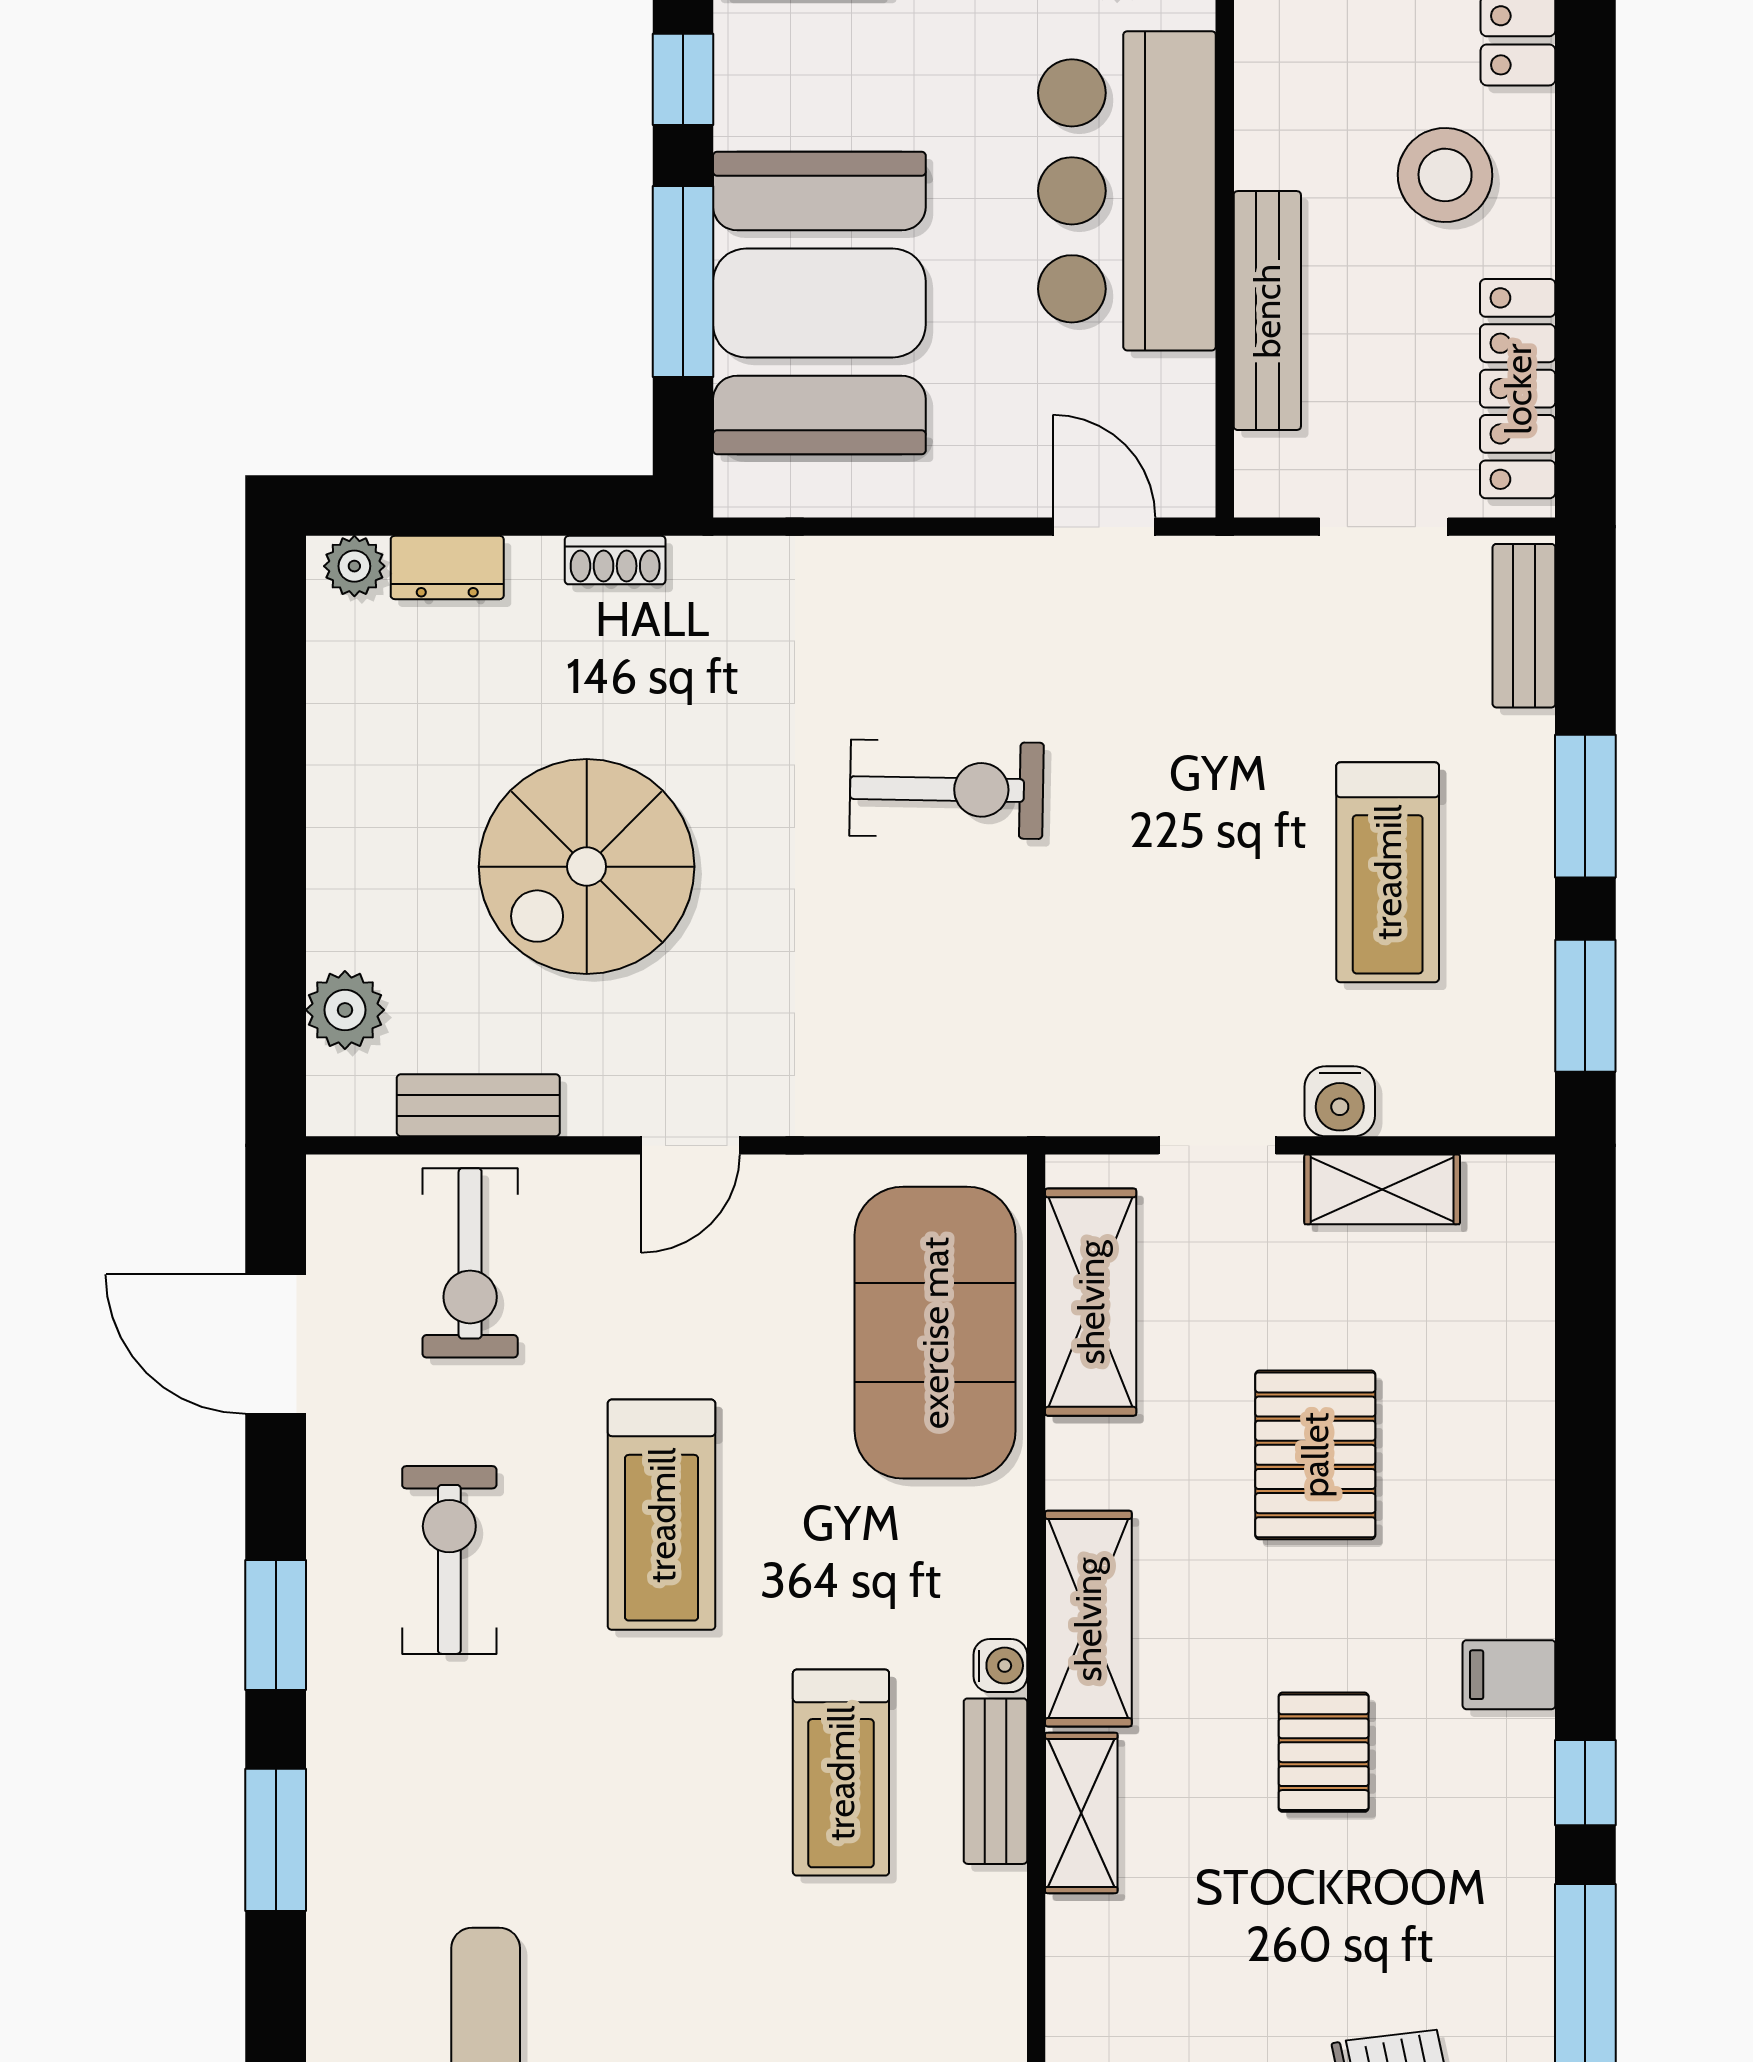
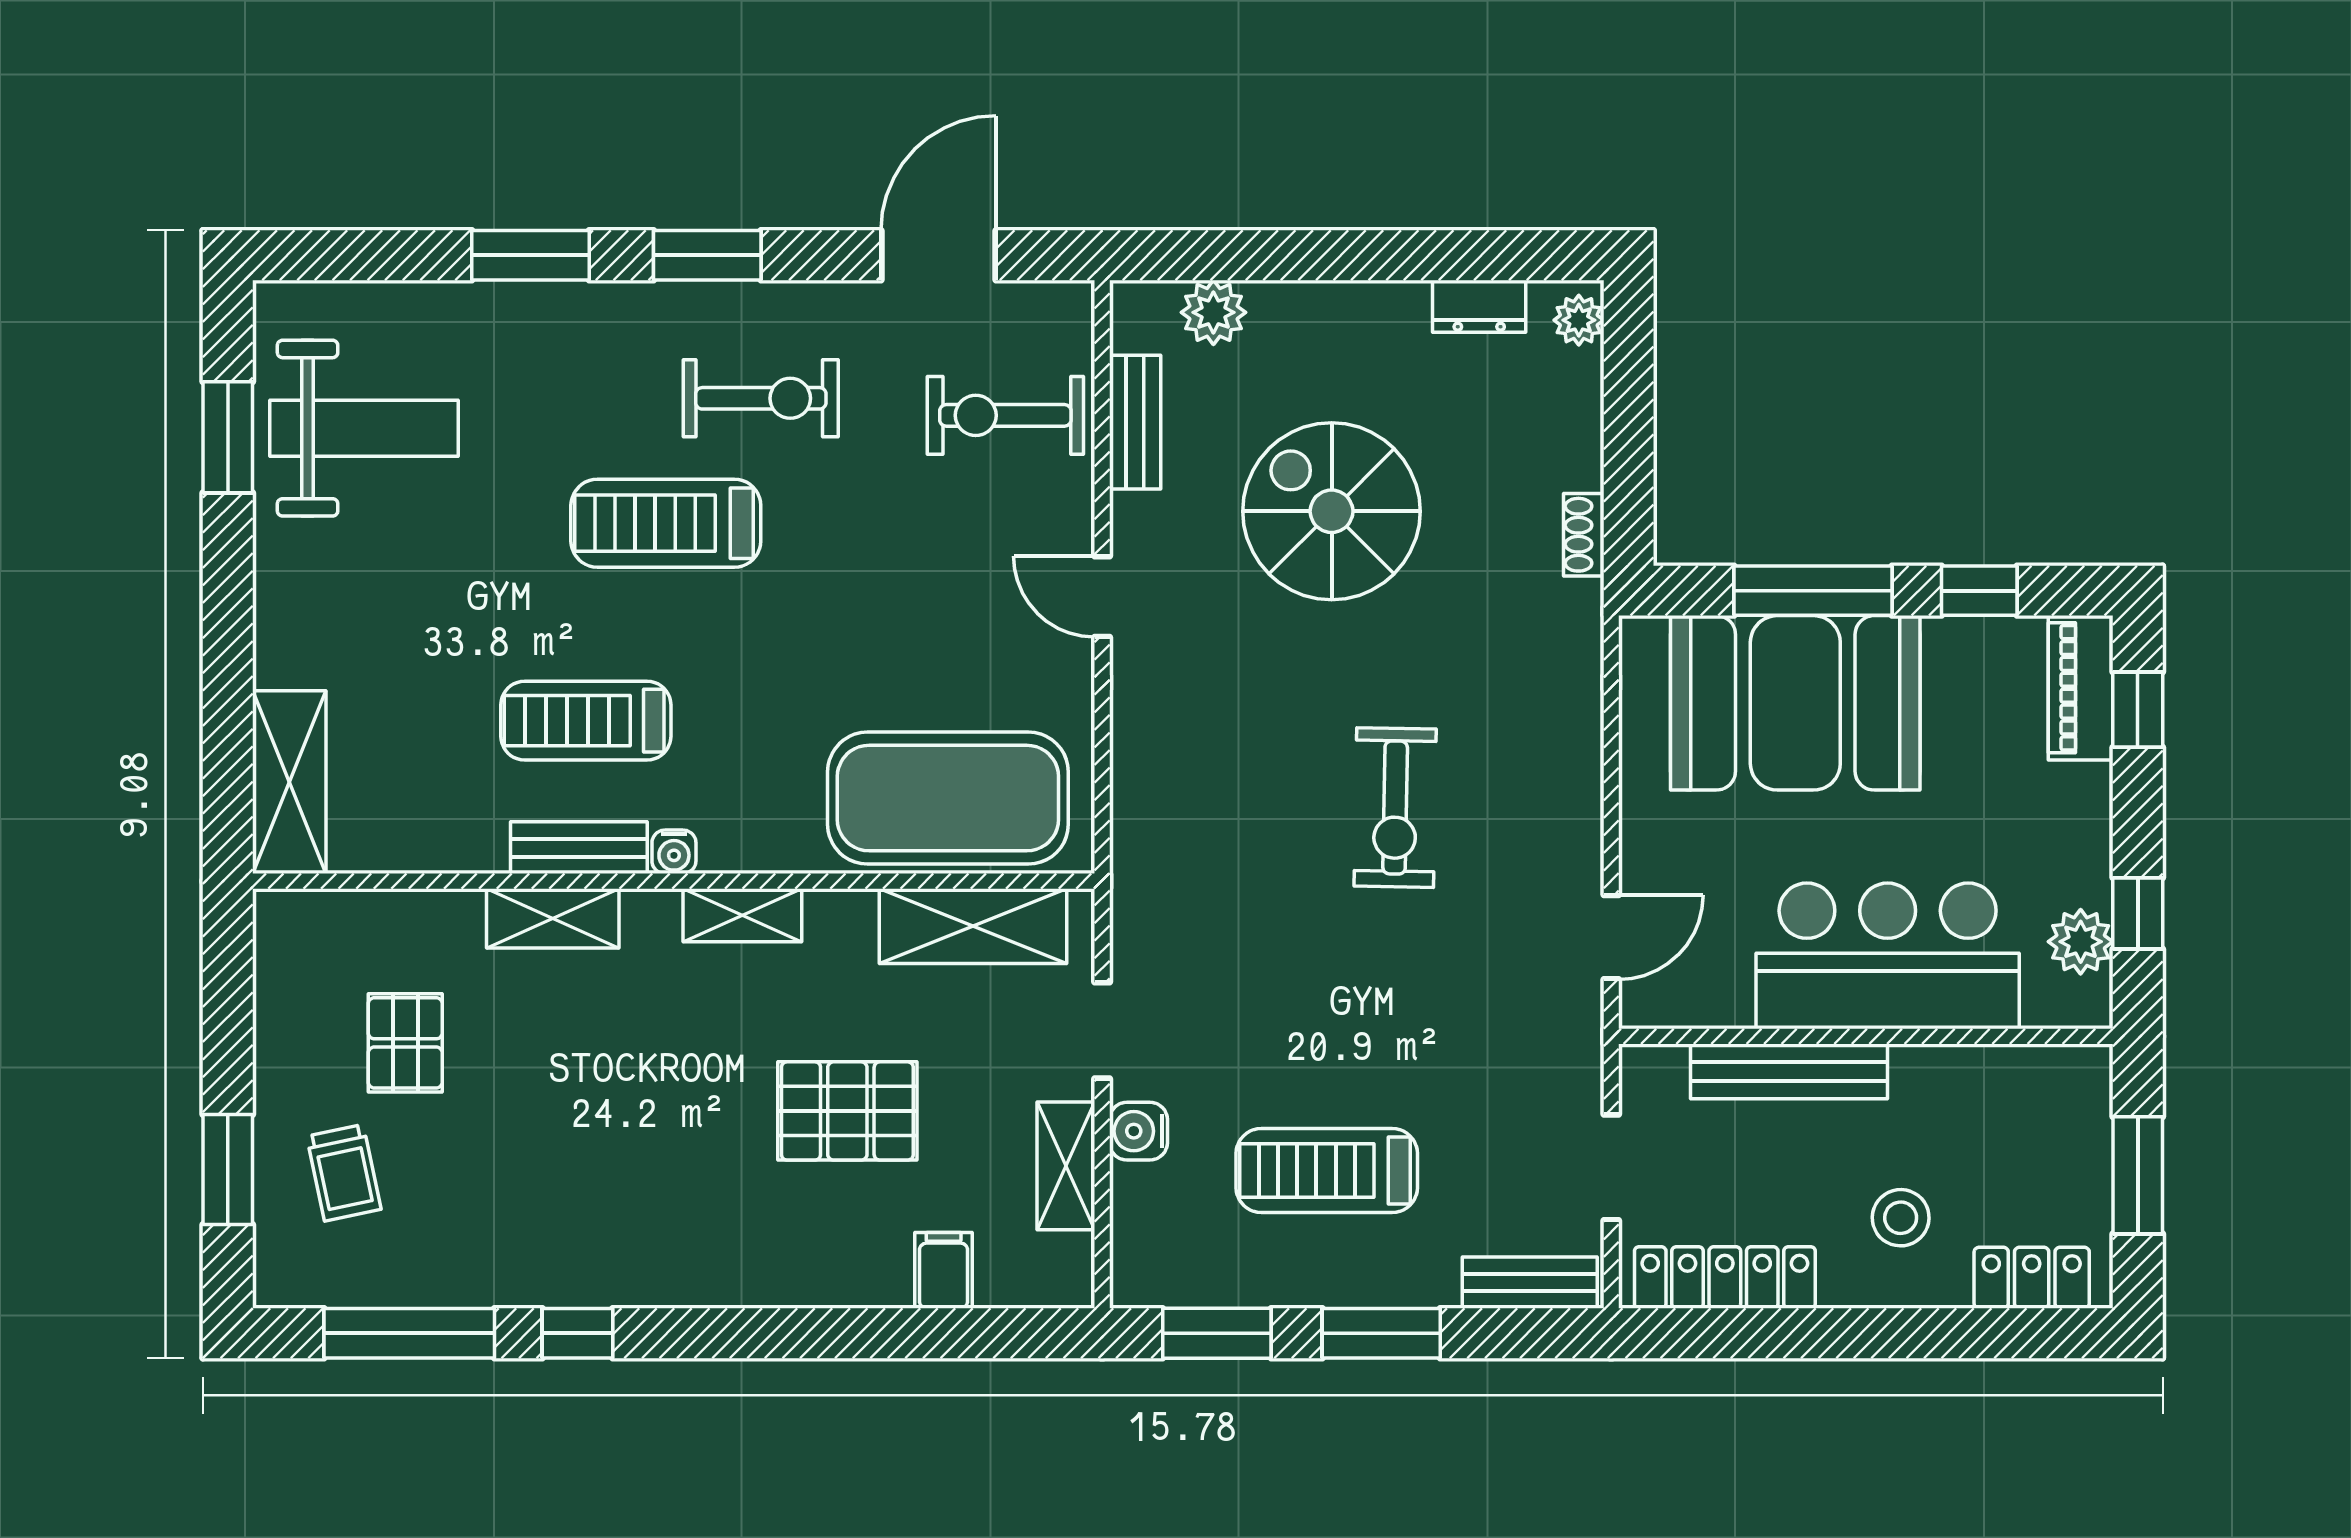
stool: (1445, 175) -> (1901, 1218), width x0.73, depth x0.73
dresser: (447, 567) -> (1479, 306), moved, turned -90
treadmill: (662, 1515) -> (666, 523), moved
shelving: (1088, 1619) -> (742, 915), width x0.67, depth x0.75
filing cabinet: (1509, 1675) -> (944, 1270), moved
pallet: (1324, 1752) -> (405, 1043), moved, turned 90

